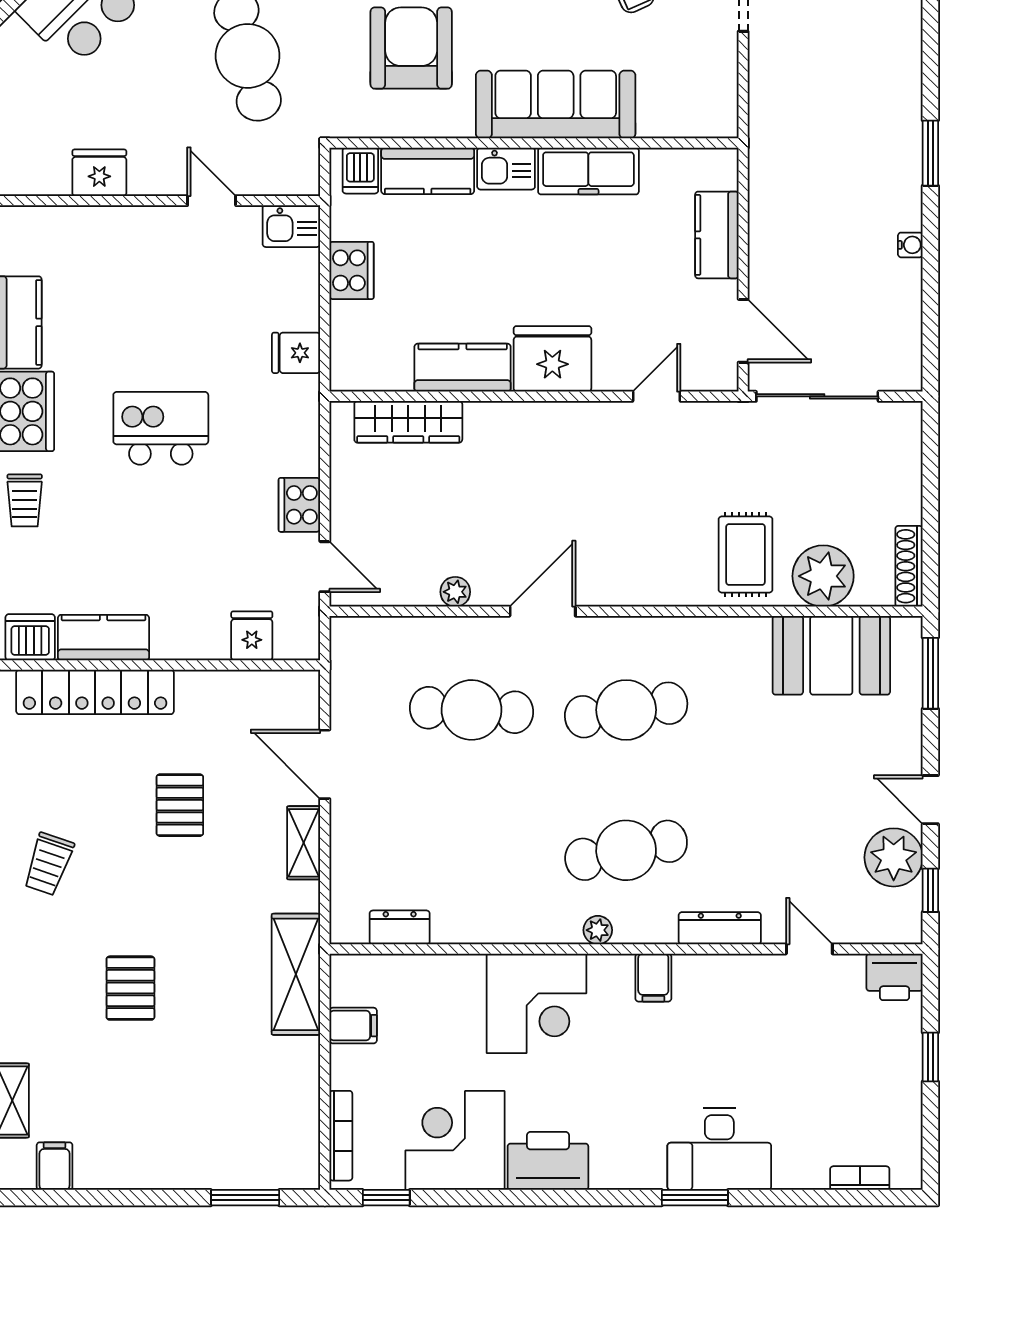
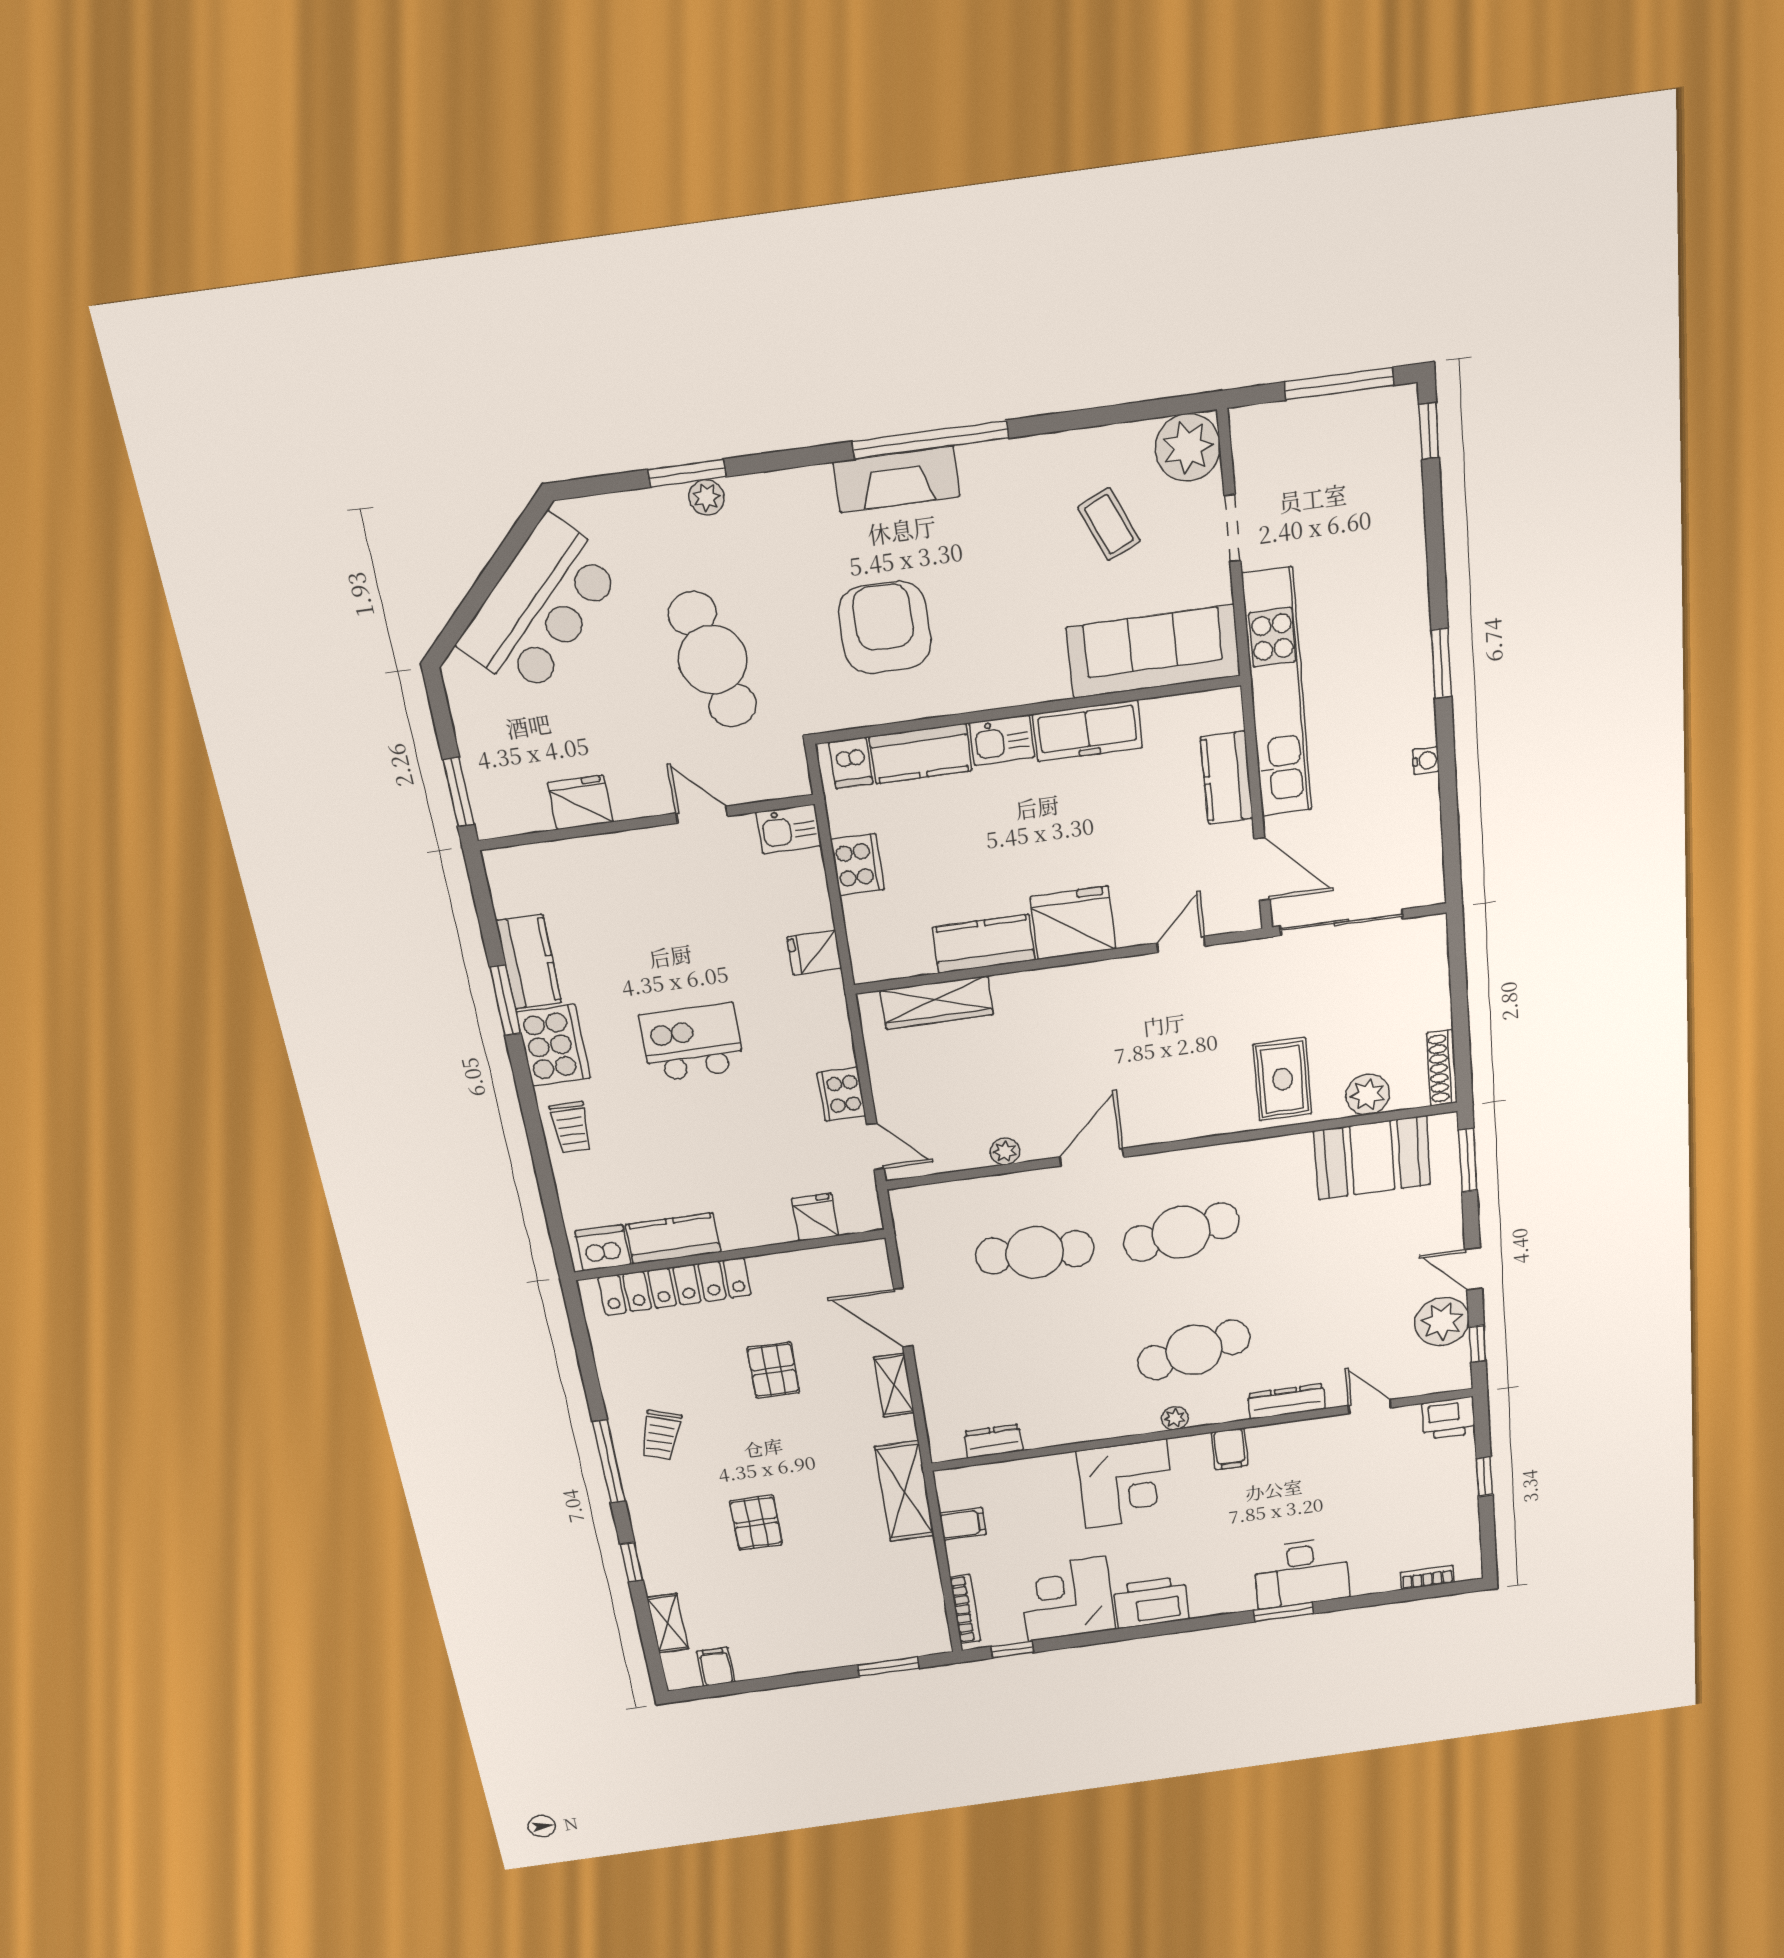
sofa: (556, 105) -> (1154, 652), moved
kitchen unit: (772, 160) -> (1277, 693), added
plant: (823, 576) -> (1368, 1095), width x0.73, depth x0.73

